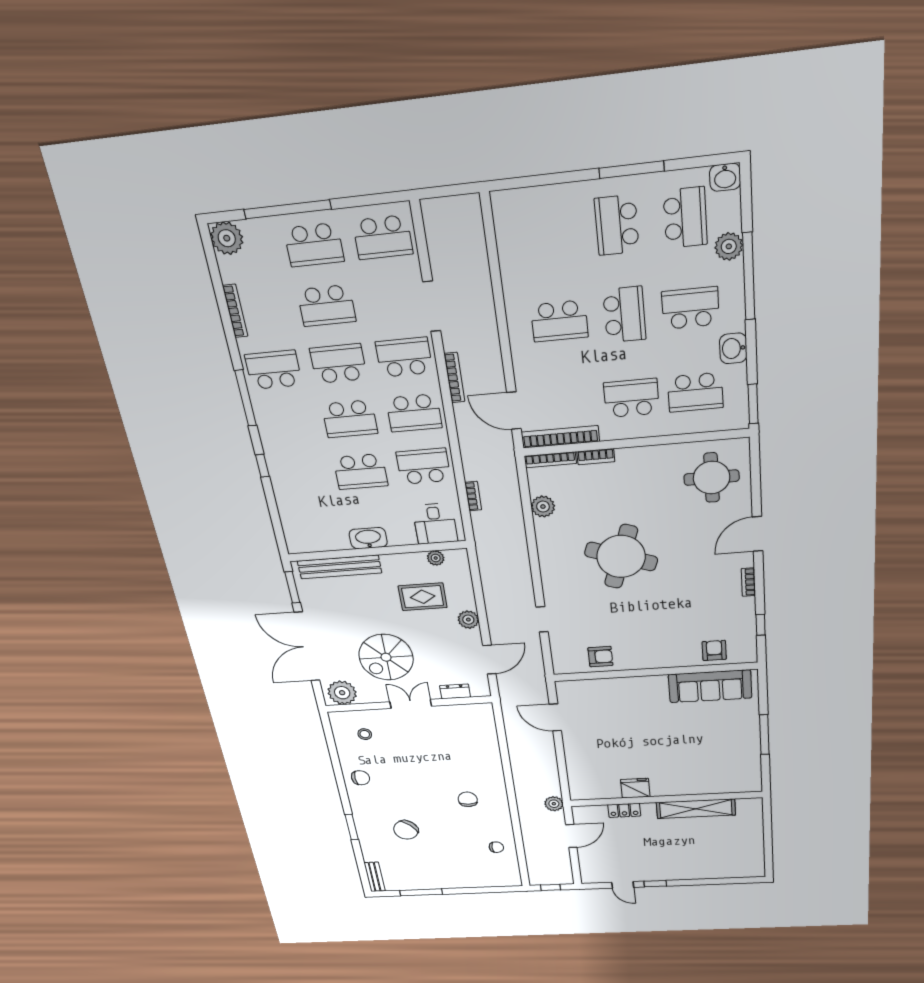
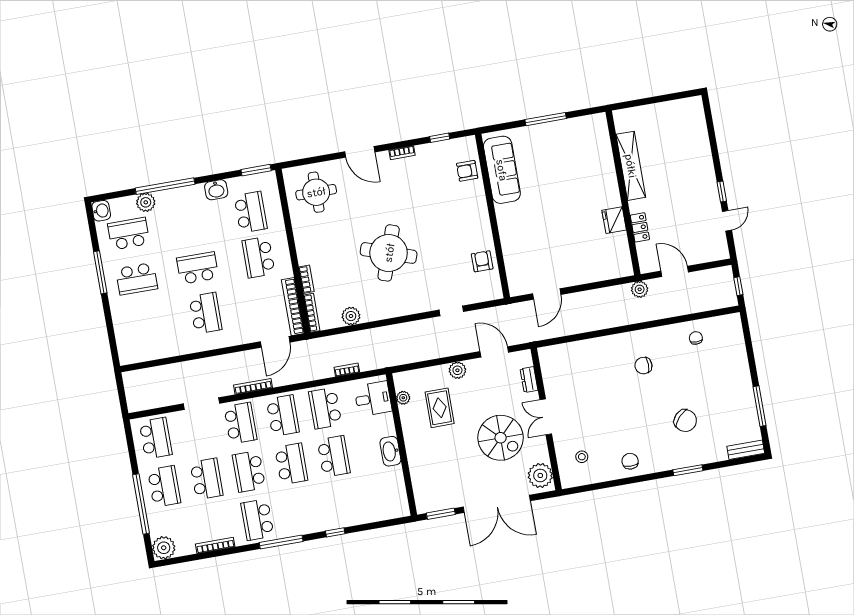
school desk: (690, 308) -> (190, 223), removed
school desk: (404, 357) -> (240, 423), turned 180
bench: (339, 567) -> (418, 475), removed

